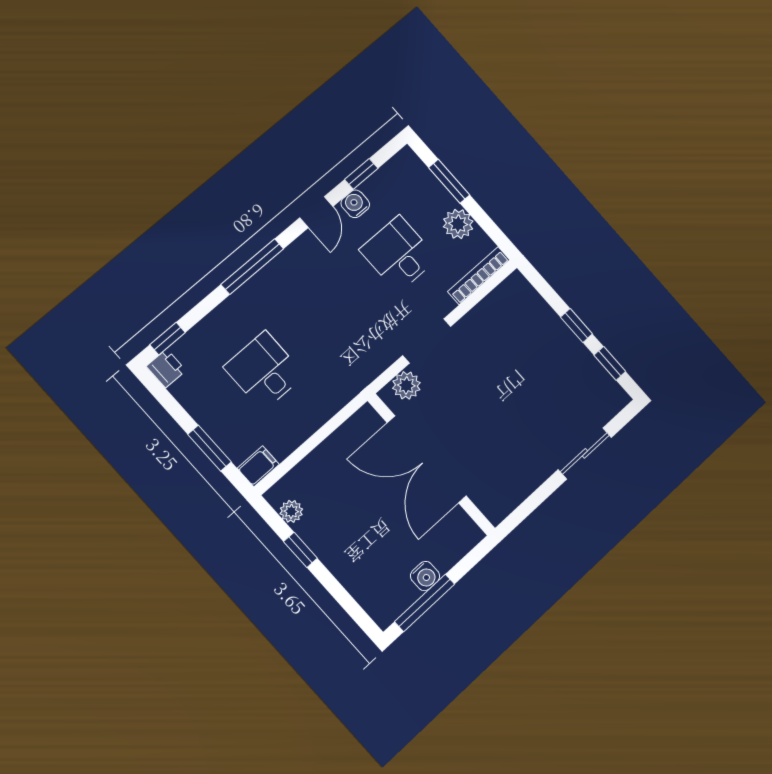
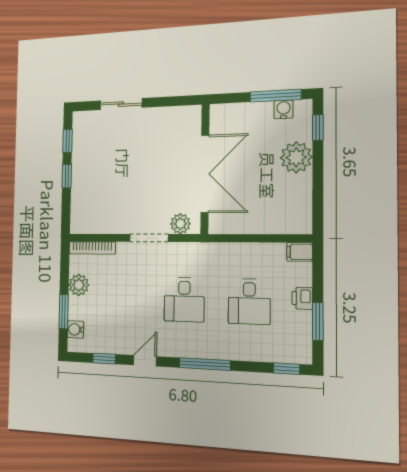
water cooler: (355, 204) -> (76, 329), moved, turned 90
desk: (399, 254) -> (184, 300), moved
printer: (166, 368) -> (302, 298), moved
window: (210, 448) -> (318, 322), moved
plant: (291, 511) -> (296, 157), moved, width x1.88, depth x1.88
window: (300, 550) -> (318, 127), moved
water cooler: (425, 576) -> (284, 109), moved

